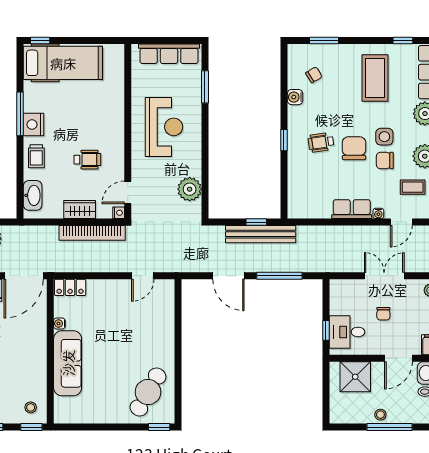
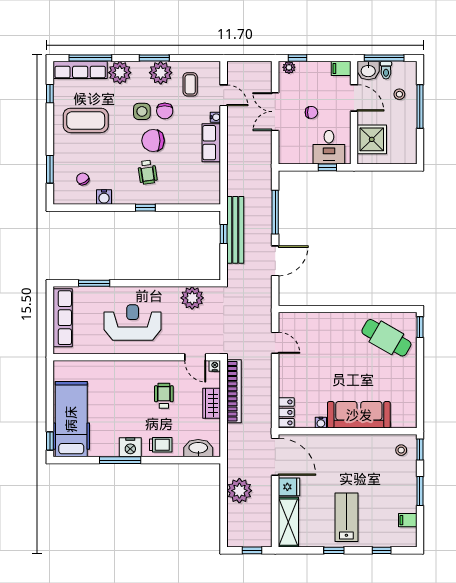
stool: (380, 415) -> (399, 94), moved

